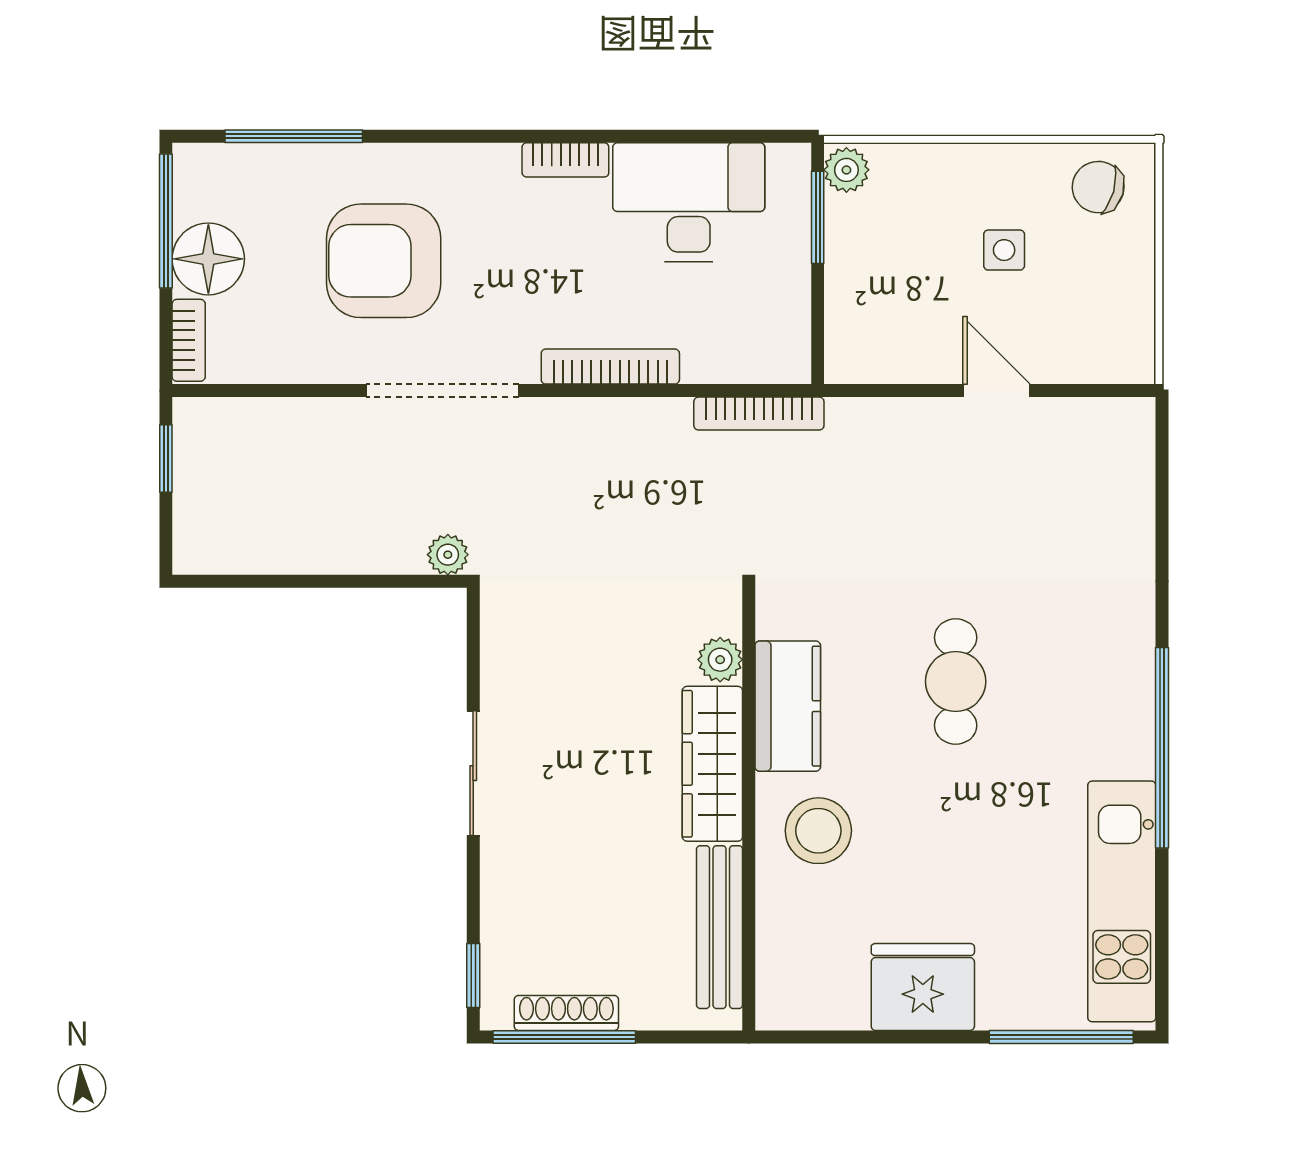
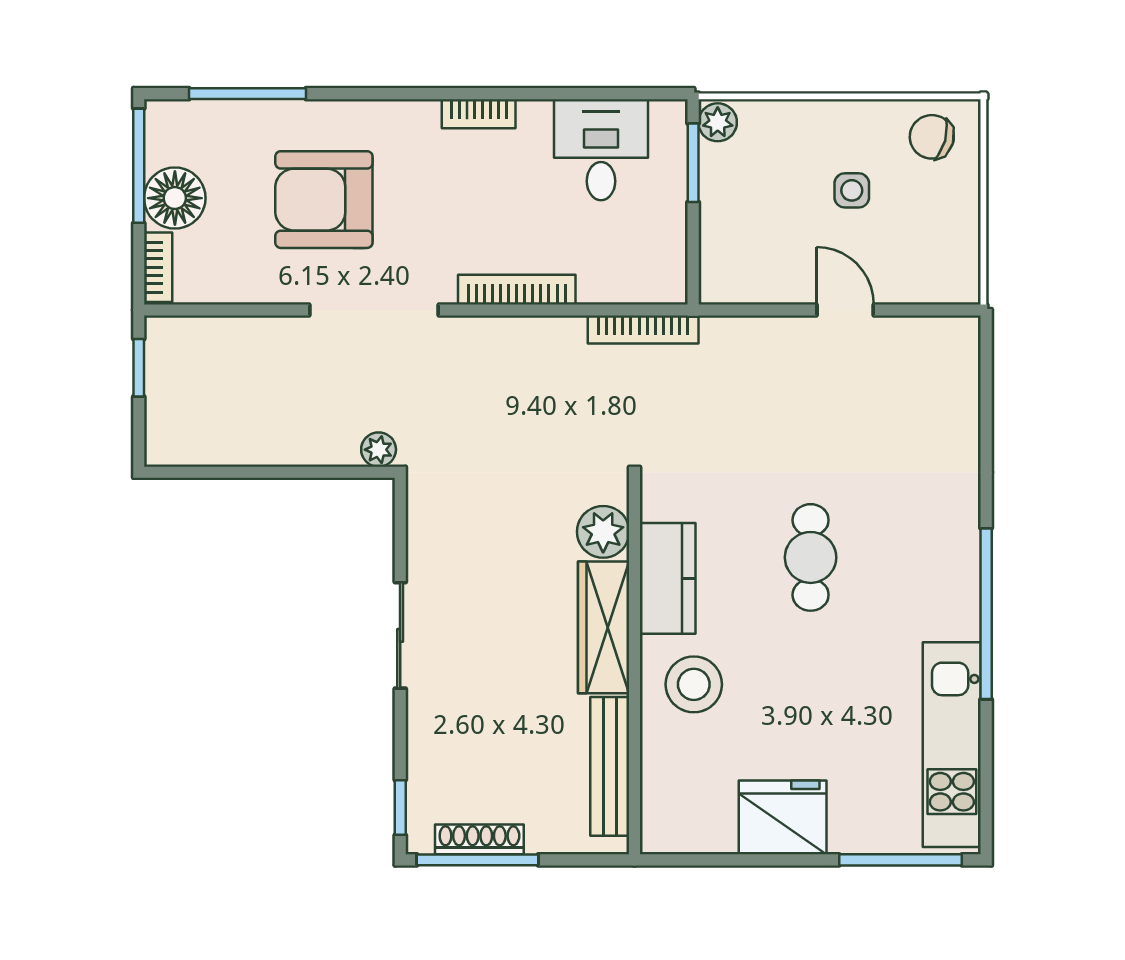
desk: (689, 202) -> (601, 150), width x0.73
plant: (720, 660) -> (603, 532), width x1.38, depth x1.38

